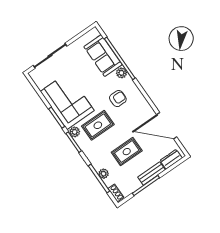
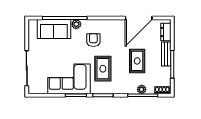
plant: (75, 132) -> (96, 89), removed

